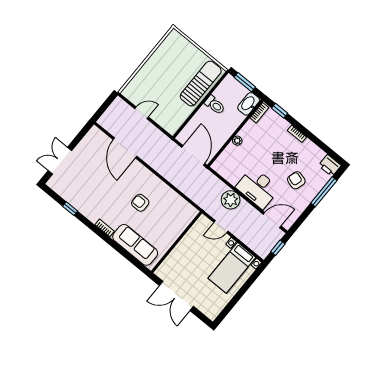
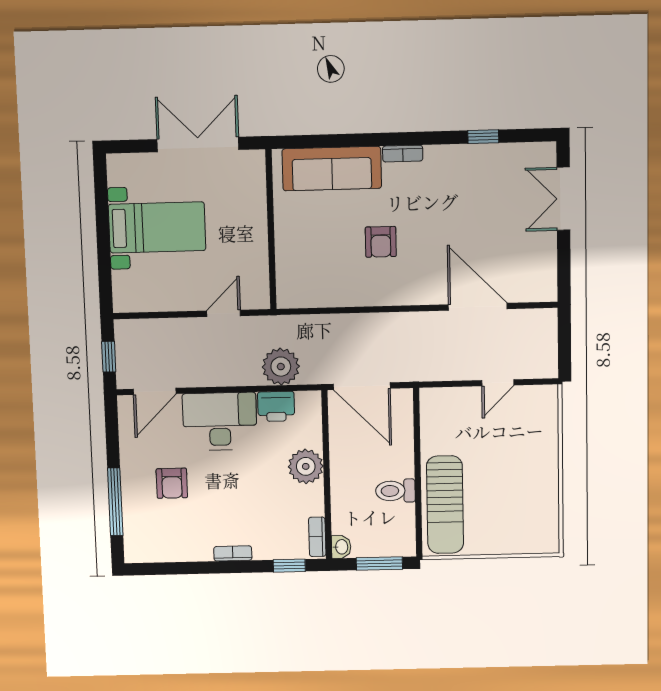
washbasin: (249, 104) -> (341, 547), width x0.52, depth x0.69
plant: (237, 141) -> (306, 466), width x1.87, depth x1.87
double door: (60, 161) -> (563, 199), swing flipped
printer: (330, 166) -> (276, 406), moved, turned 180
armchair: (296, 180) -> (172, 483), turned 74
plant: (231, 200) -> (281, 367), moved
armchair: (140, 203) -> (381, 242), turned 90
bed with nightstands: (232, 268) -> (157, 227), moved, turned 90

